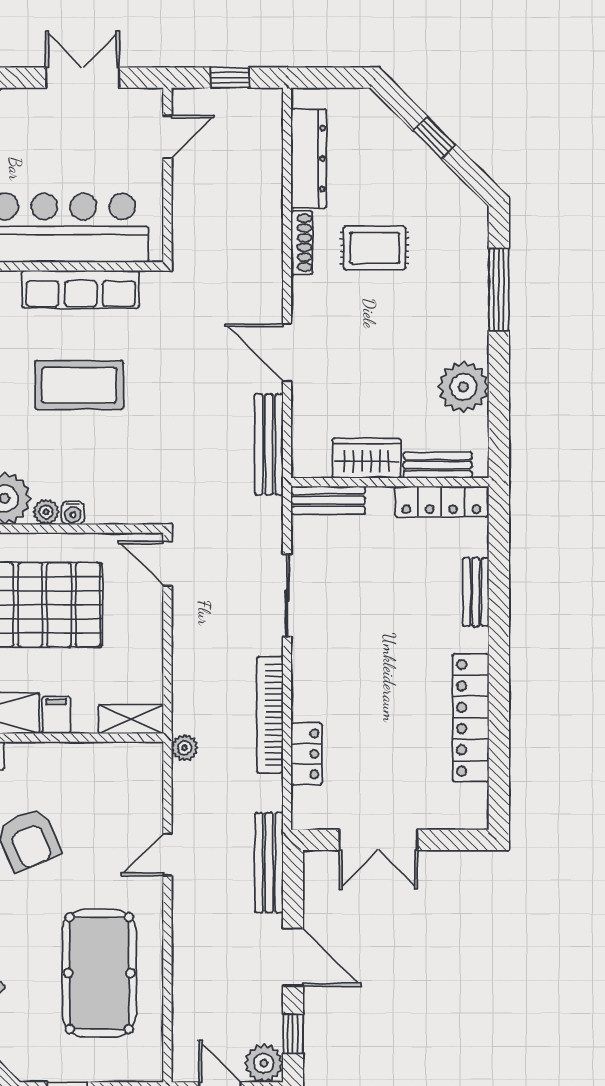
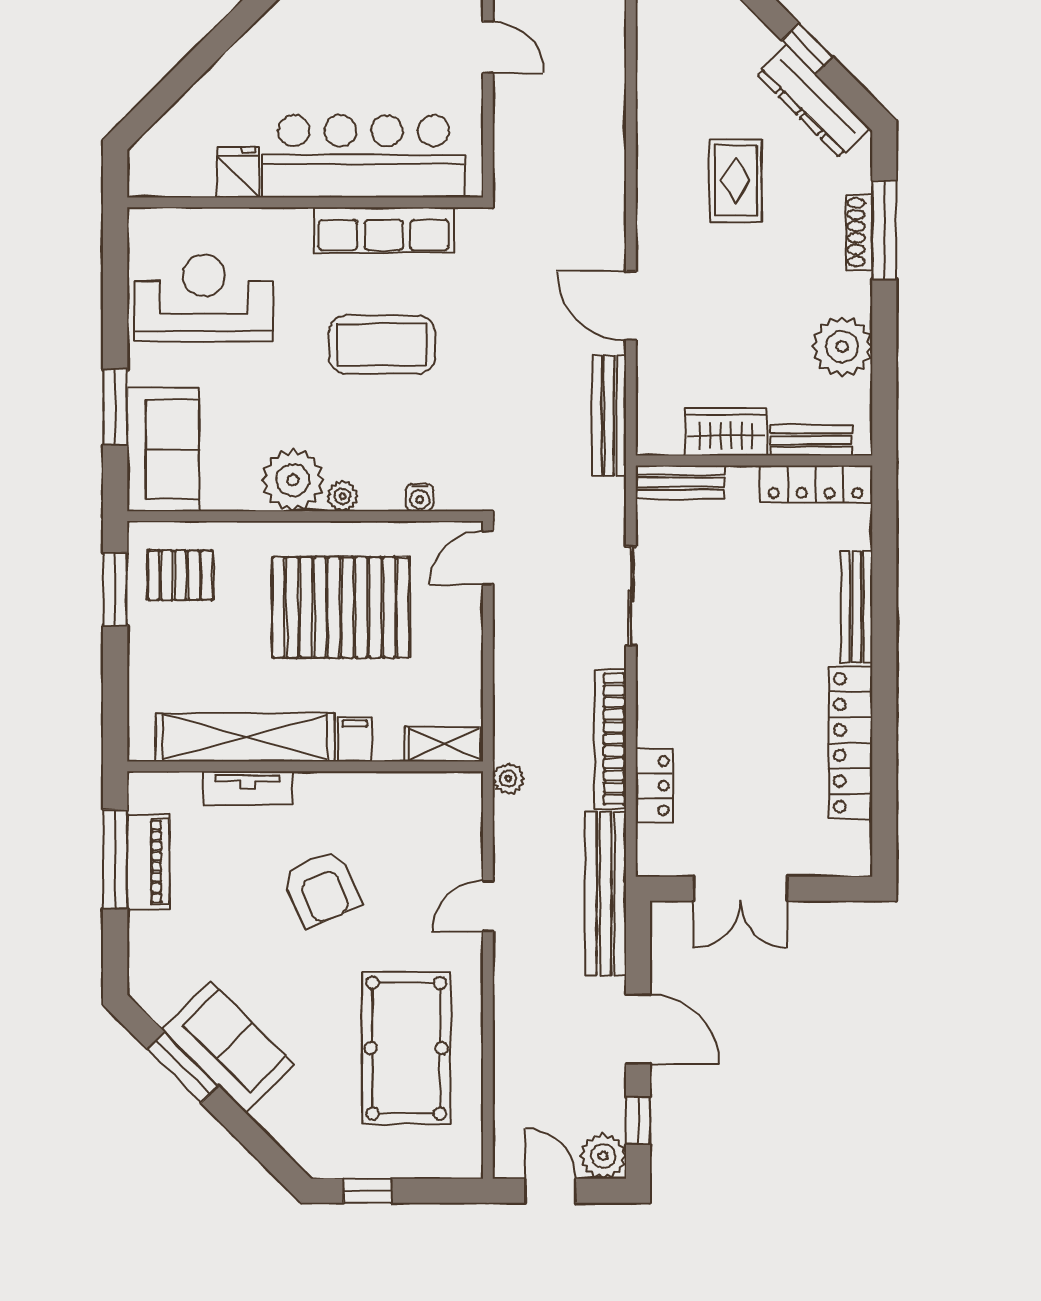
door: (167, 137) -> (488, 47), hinge flipped
dresser: (309, 159) -> (813, 101), moved, turned 135
shoe rack: (302, 243) -> (859, 232), moved, turned 180
rug: (375, 248) -> (736, 180), turned 90
water cooler: (73, 513) -> (420, 497), moved
door: (167, 563) -> (488, 558), hinge flipped
bench: (476, 592) -> (857, 607), width x1.36
bench: (269, 863) -> (606, 894), width x1.37, depth x1.21

